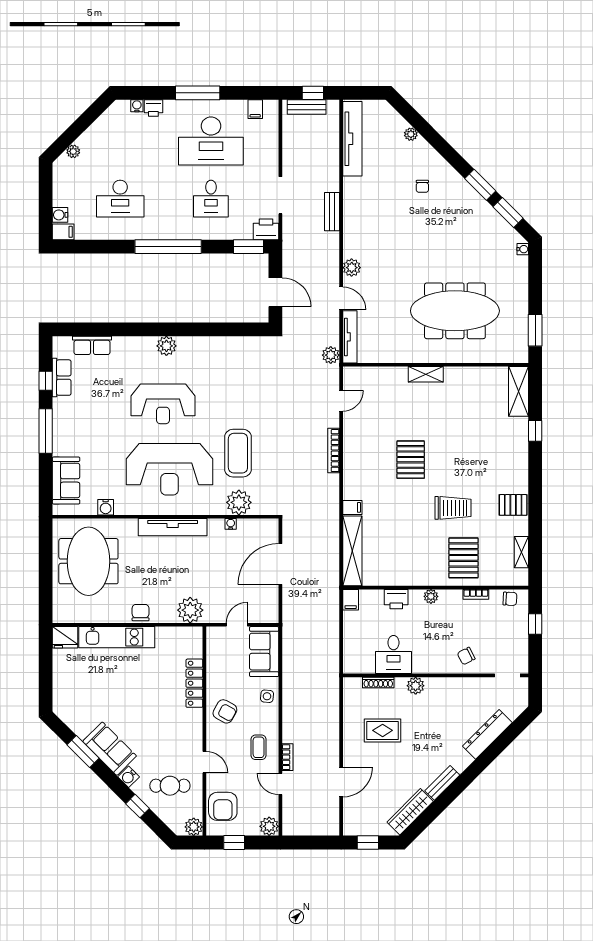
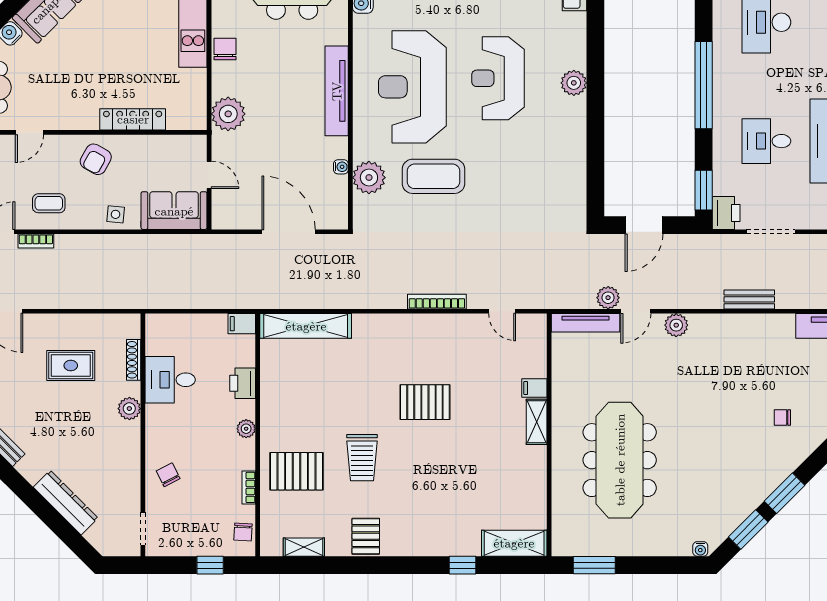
plant: (331, 355) -> (608, 298), moved
filing cabinet: (352, 507) -> (534, 388), moved, turned 90
chair: (141, 613) -> (225, 49), turned -90
rug: (383, 730) -> (71, 365), turned 90

